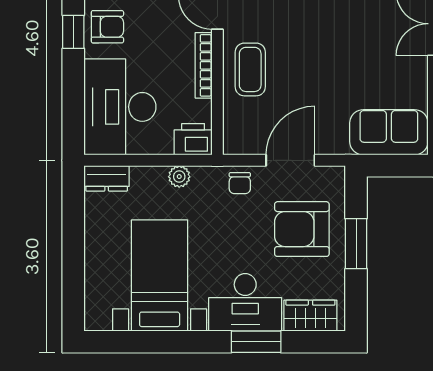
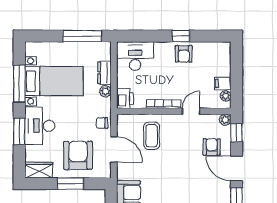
coffee table: (250, 69) -> (152, 136), moved, turned 90
desk: (120, 107) -> (135, 56), width x0.73, depth x0.77
dresser: (107, 178) -> (104, 73), moved
window: (73, 221) -> (82, 36), added
wardrobe: (310, 316) -> (39, 170), moved, turned -90
window: (165, 342) -> (19, 84), added

